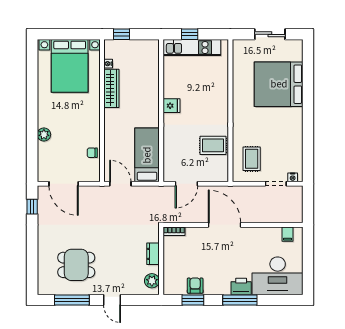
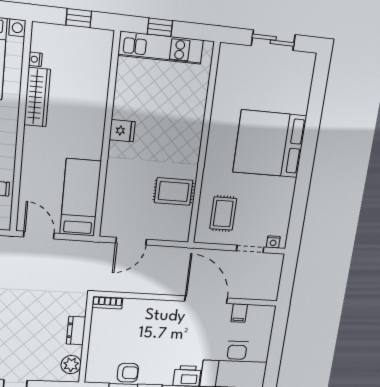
window: (122, 34) -> (79, 18), moved
bed: (279, 84) -> (270, 144), moved
door: (225, 225) -> (206, 300), moved
filing cabinet: (288, 234) -> (239, 313), moved
armchair: (195, 286) -> (128, 373), turned 90

